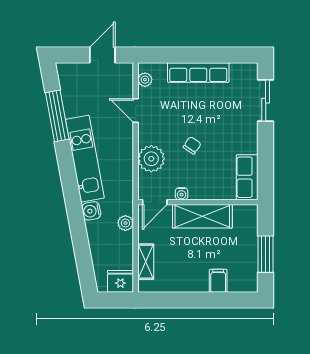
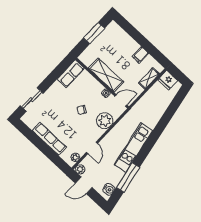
water cooler: (91, 211) -> (109, 189), moved
plant: (125, 223) -> (80, 169), moved
filing cabinet: (218, 281) -> (140, 55), moved

